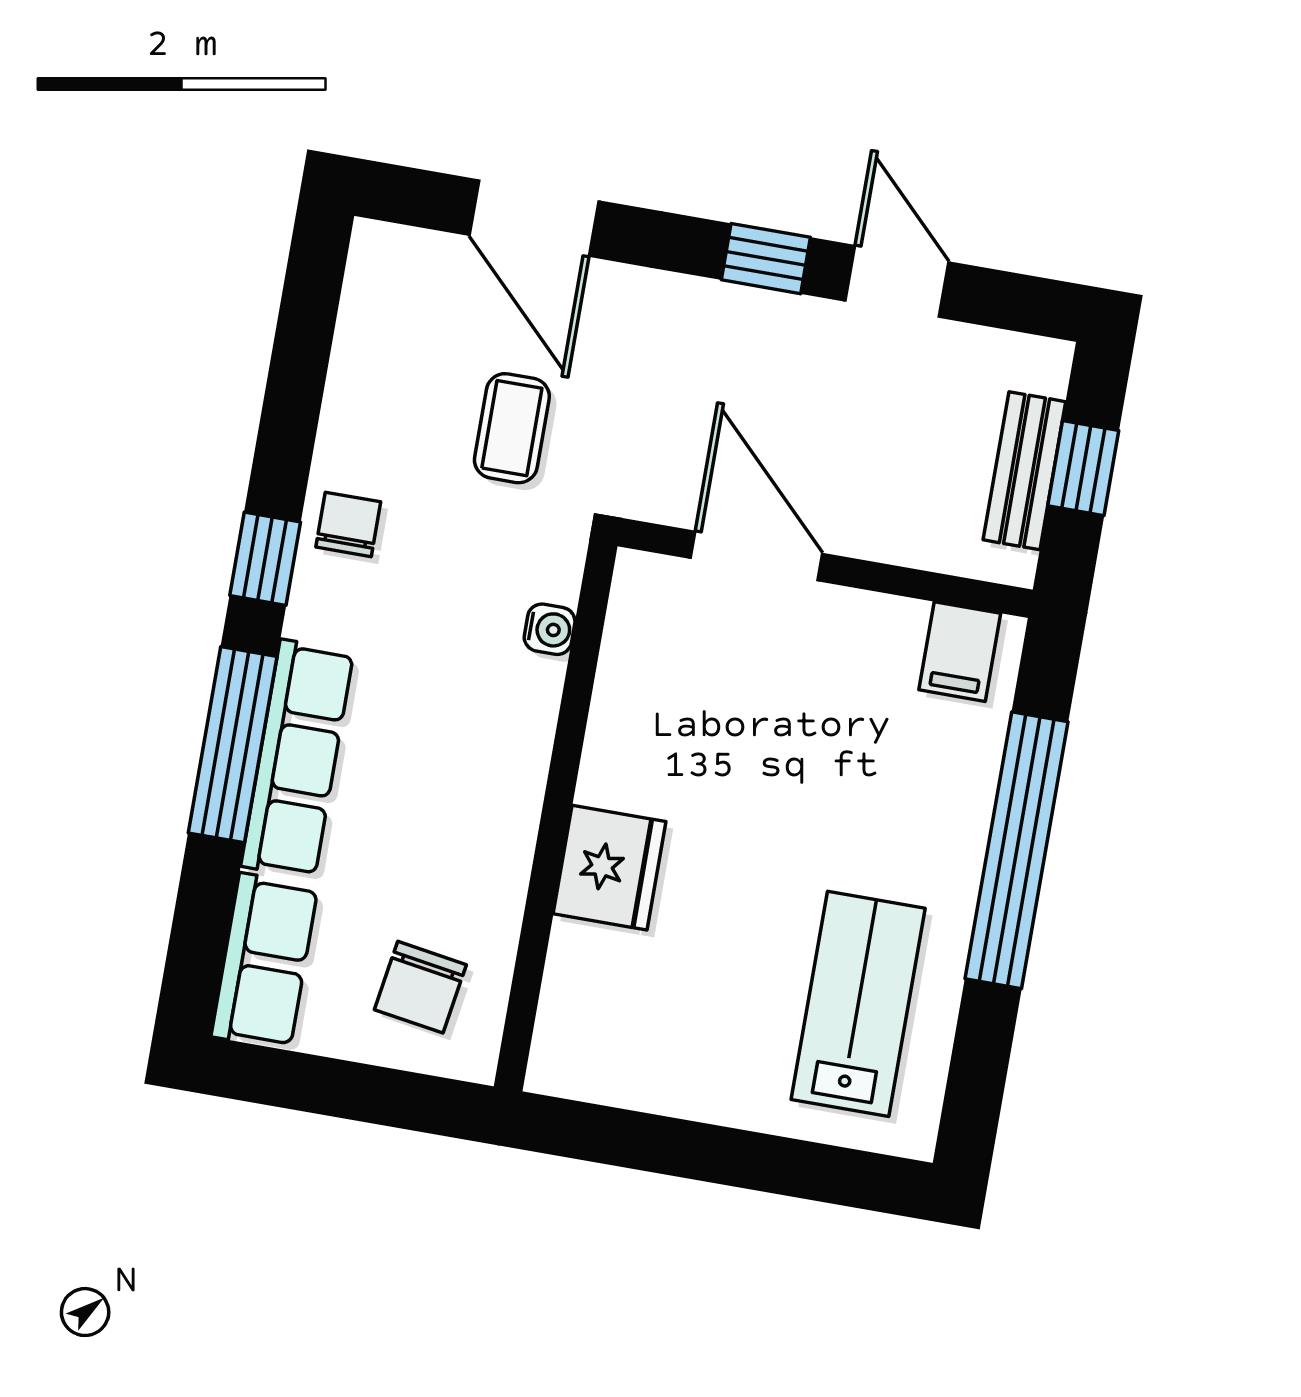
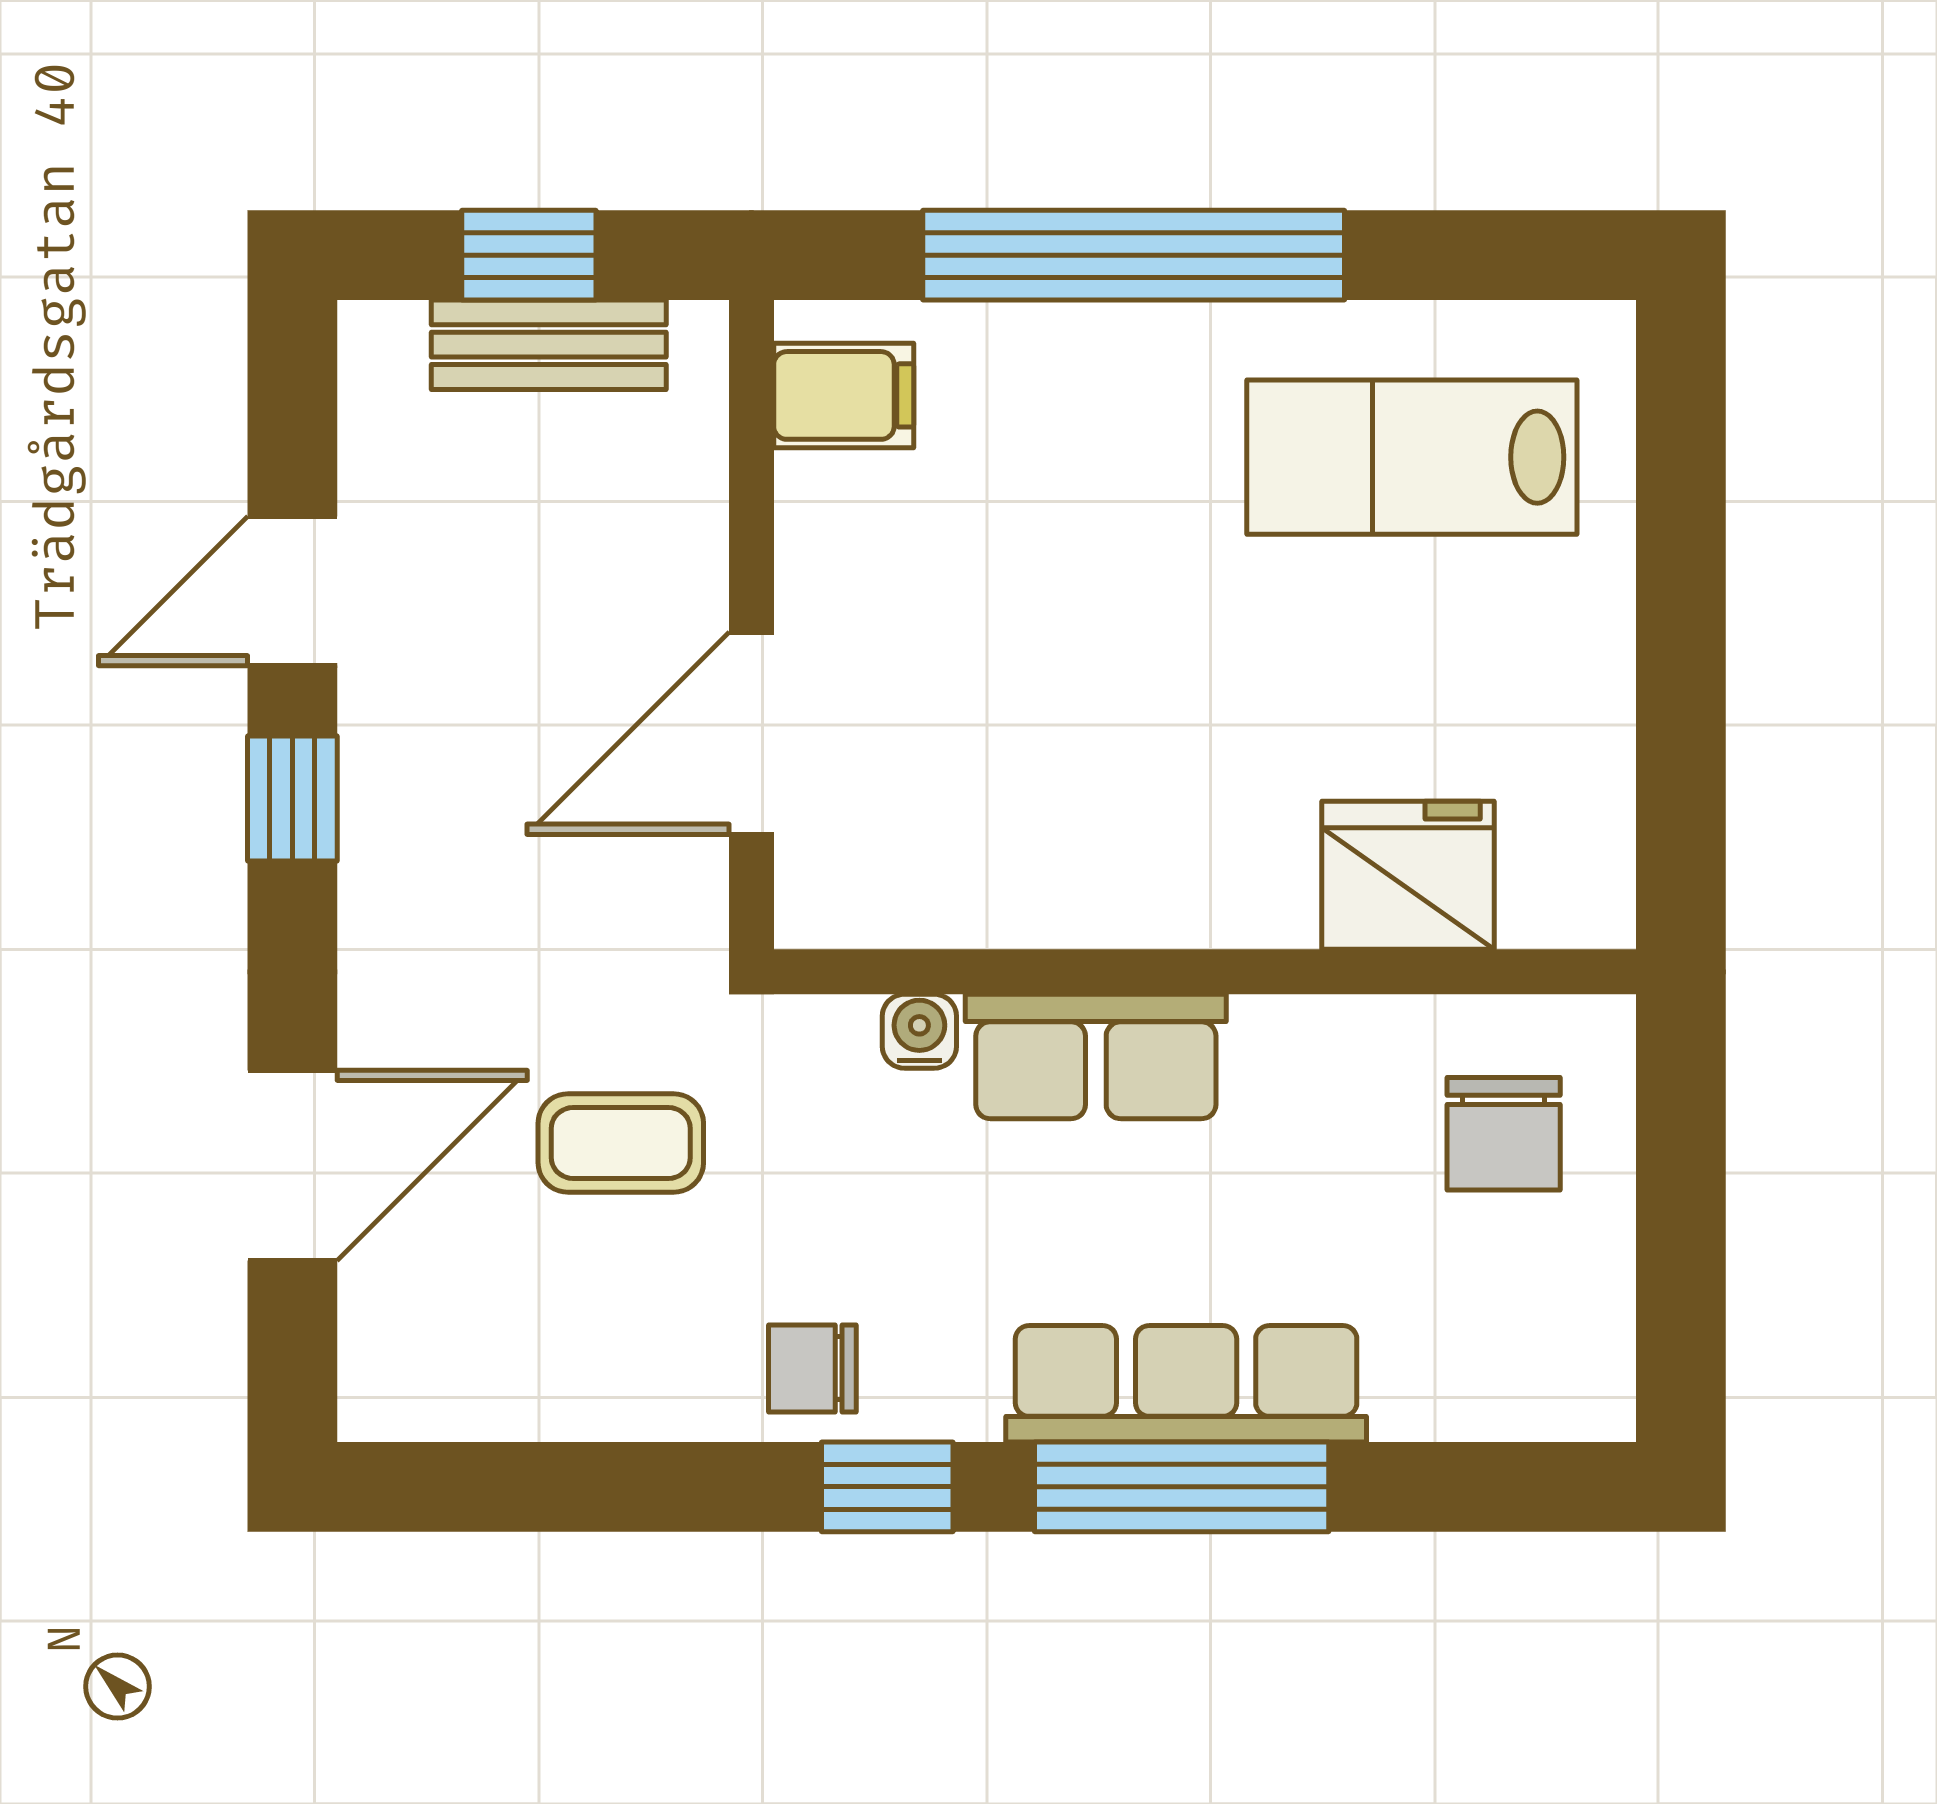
fridge: (610, 868) -> (1408, 875), moved
row of seats: (265, 961) -> (1096, 1057), moved, turned 180
chair: (420, 987) -> (1504, 1134), turned 81

